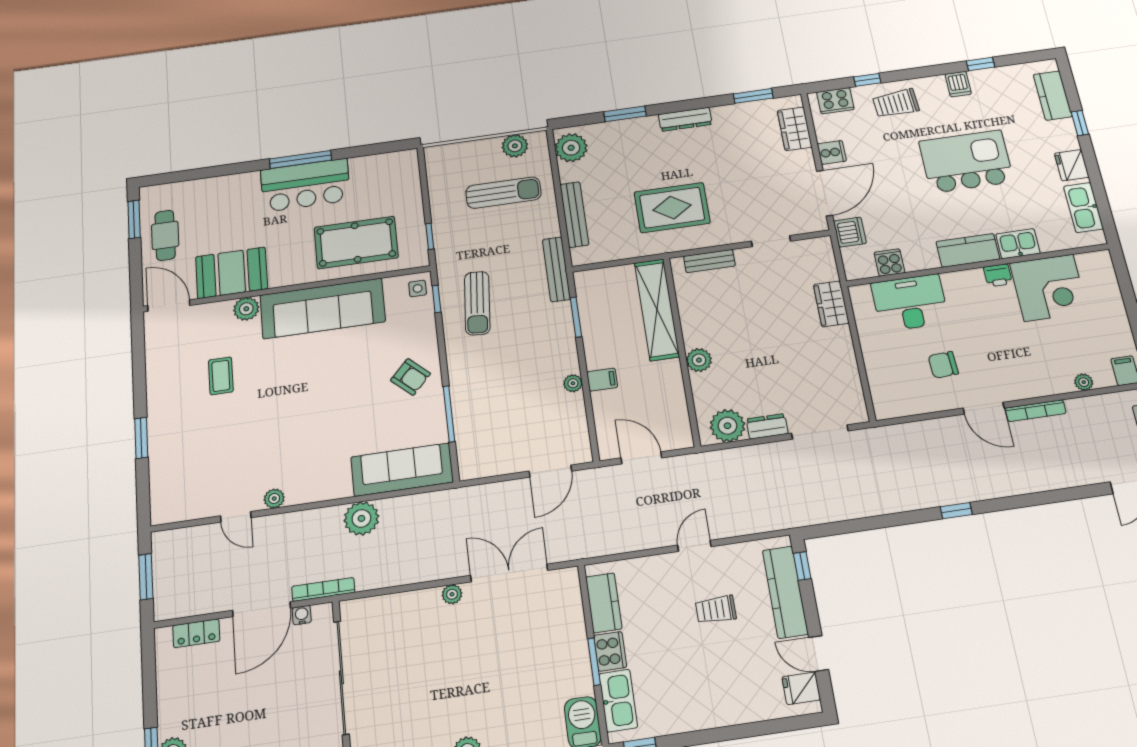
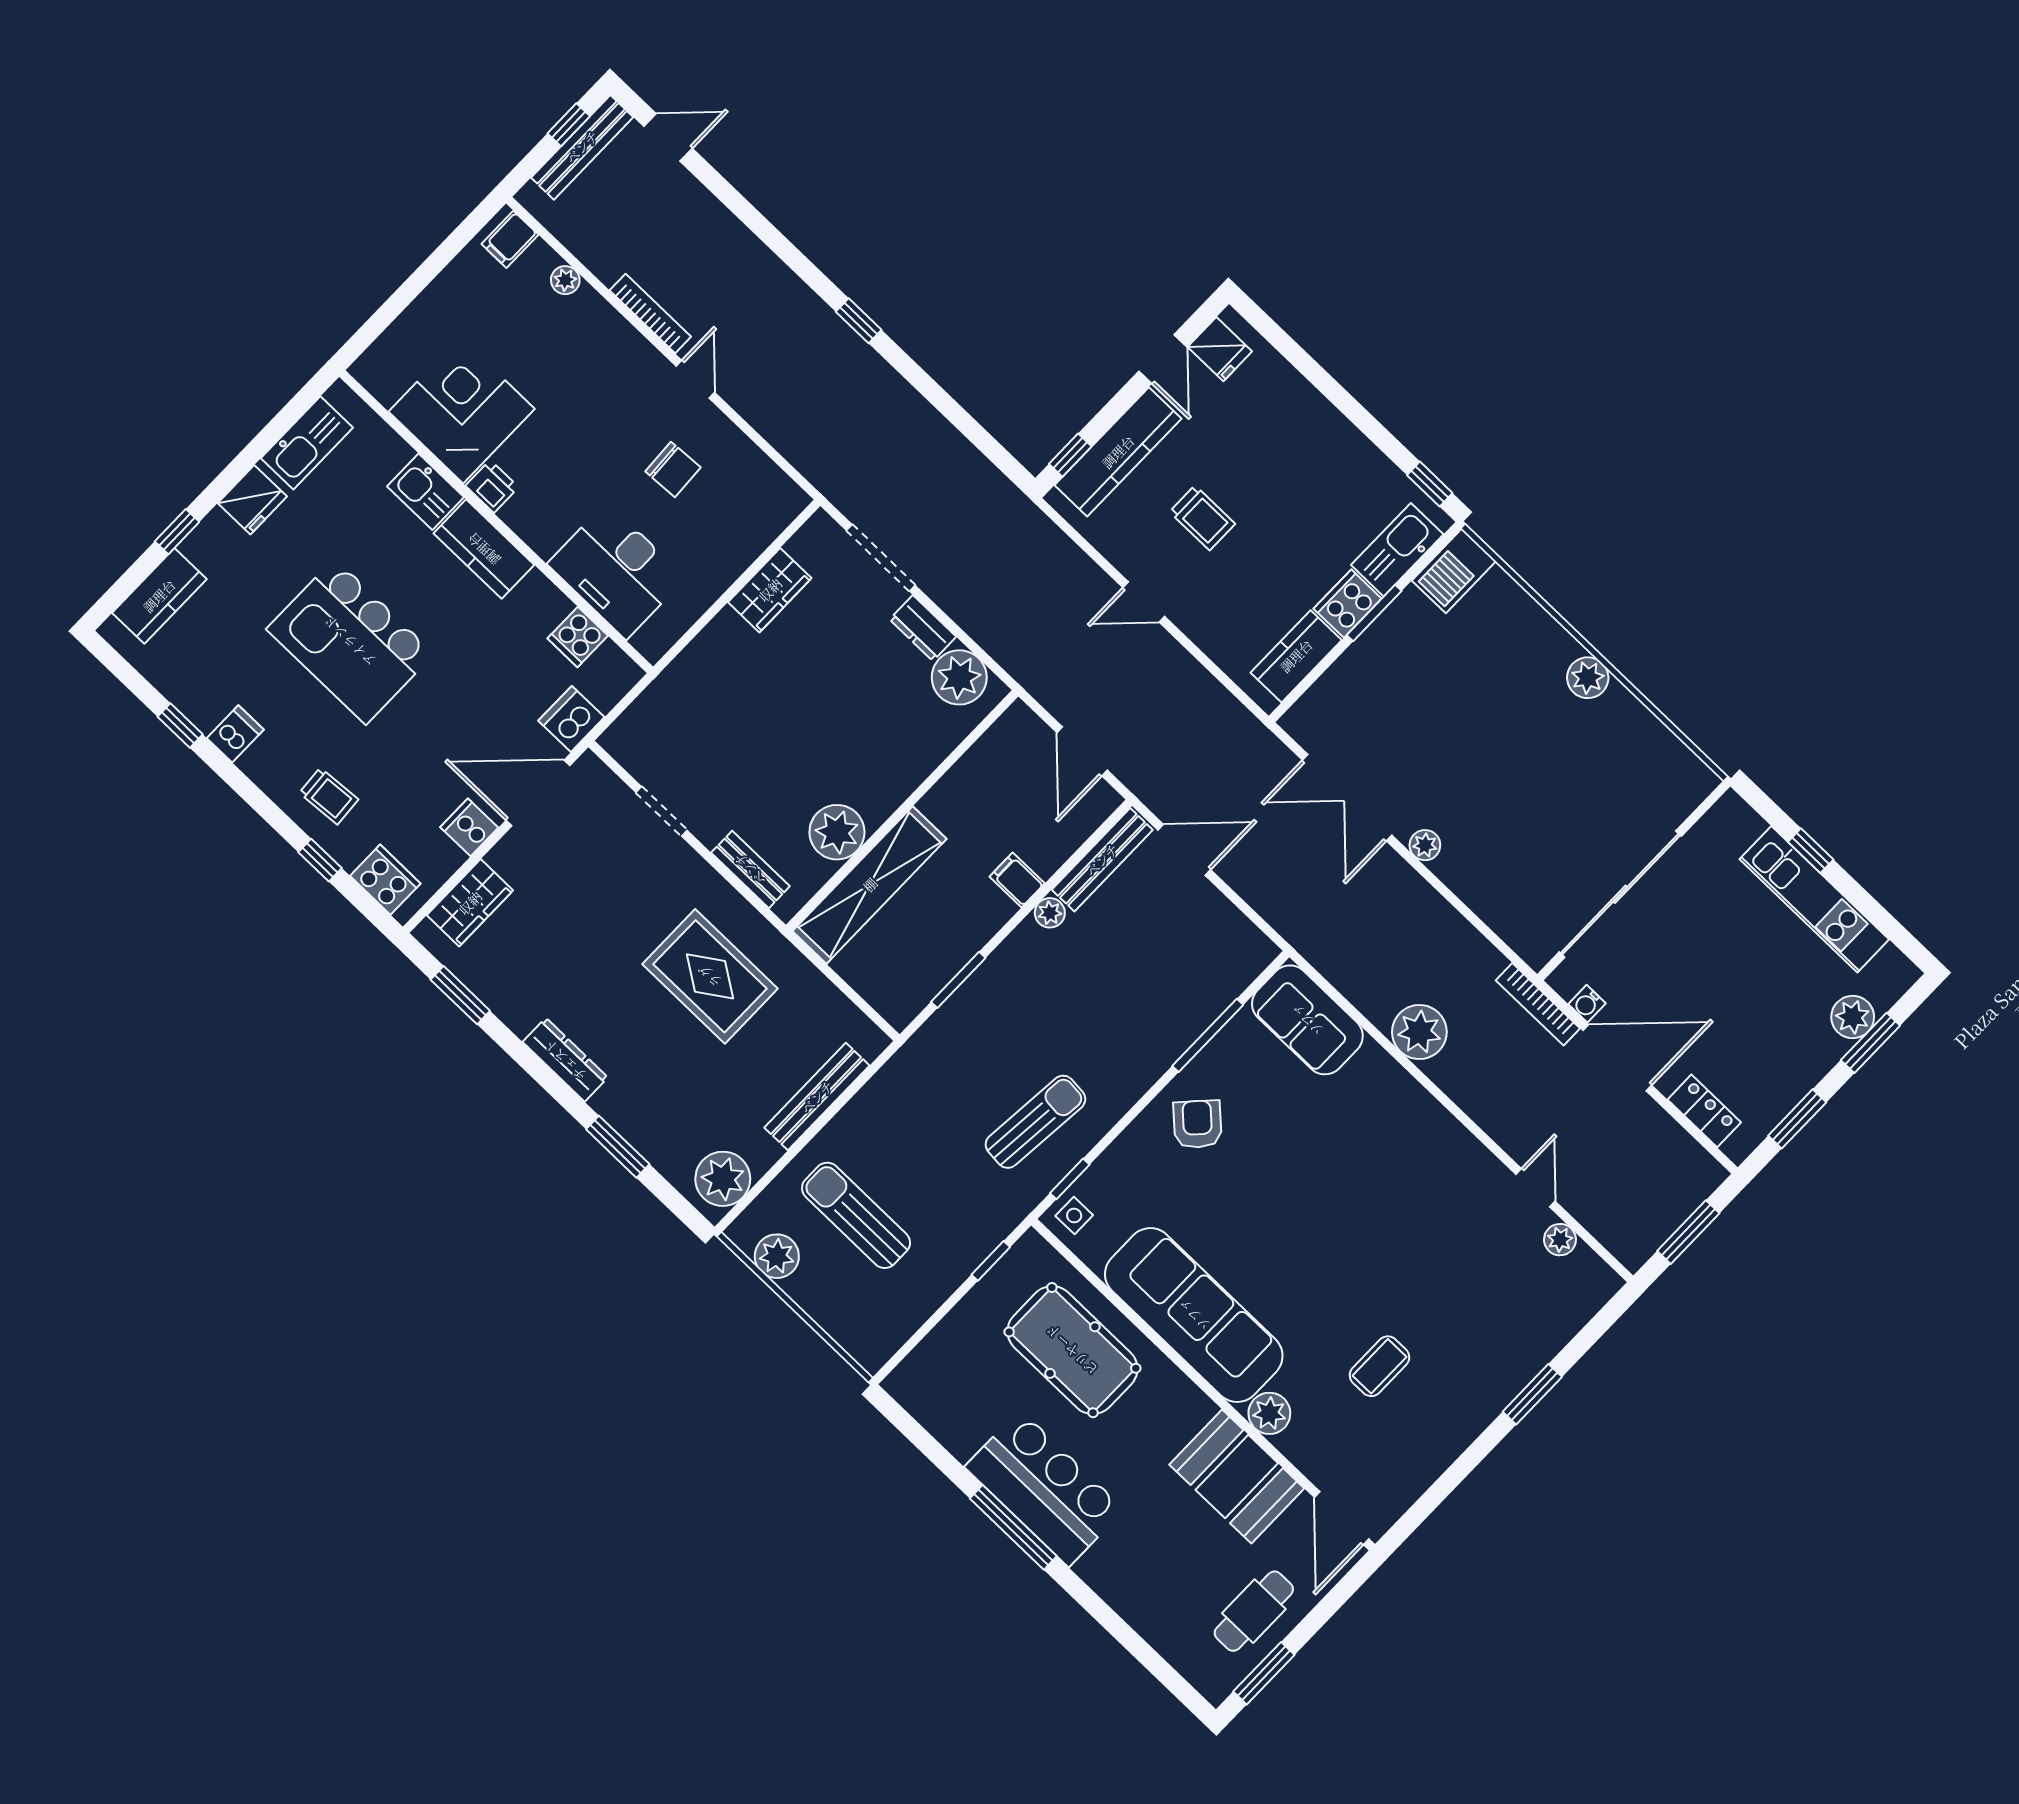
trolley: (896, 103) -> (329, 796), width x0.73, depth x0.72
bench: (556, 269) -> (1102, 860), moved
wardrobe: (831, 304) -> (770, 590), moved
plant: (699, 360) -> (837, 832), moved, width x1.36, depth x1.36
door: (984, 408) -> (695, 379), width x0.73
sofa: (402, 470) -> (1307, 1020), width x0.73
plant: (274, 499) -> (1560, 1240), moved
window: (149, 679) -> (1797, 1119), added

